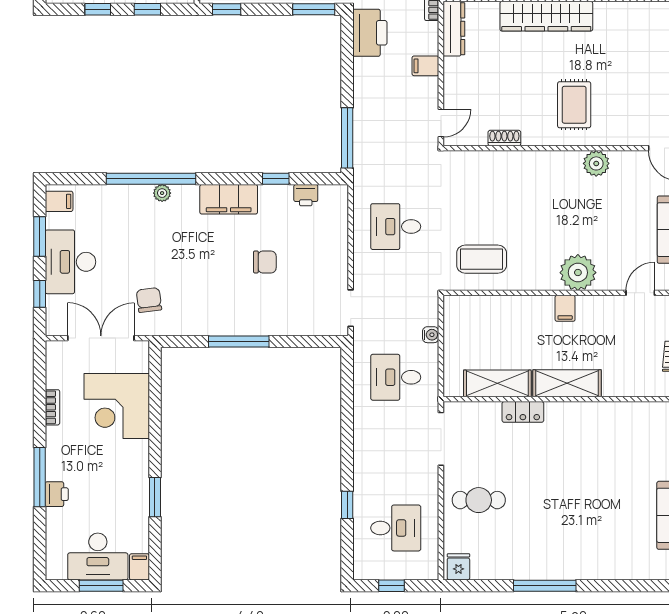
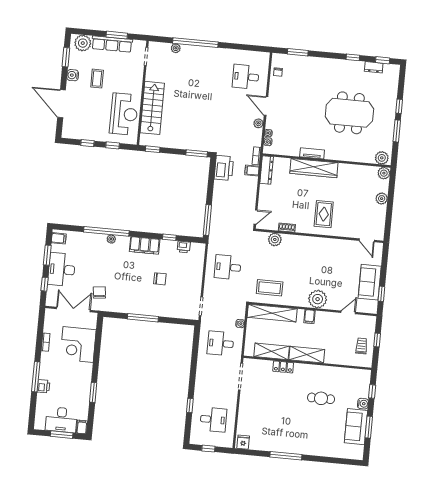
filing cabinet: (425, 66) -> (252, 170), moved
plant: (596, 163) -> (275, 239), moved
shelving: (491, 308) -> (272, 313), added
cafe table: (479, 500) -> (321, 398), moved

